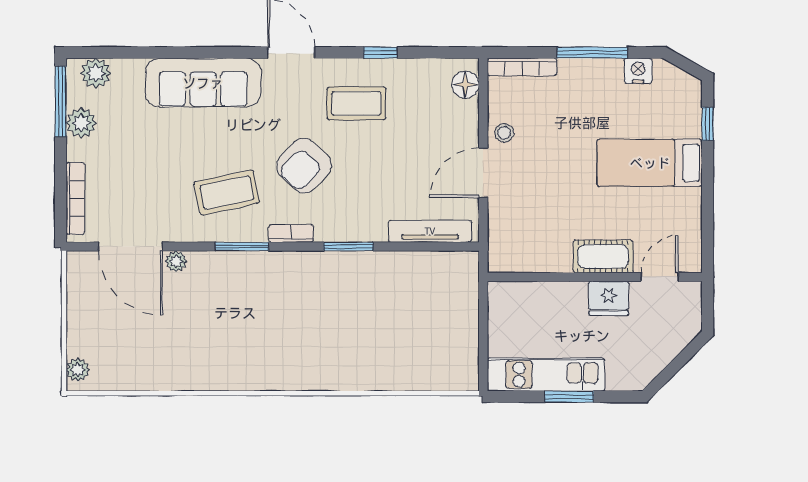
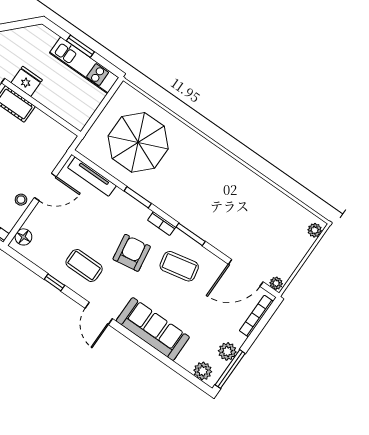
armchair: (304, 166) -> (132, 253), turned -52
door: (131, 247) -> (246, 273), swing flipped
plant: (176, 261) -> (276, 283), moved
parasol: (400, 321) -> (138, 142), added

